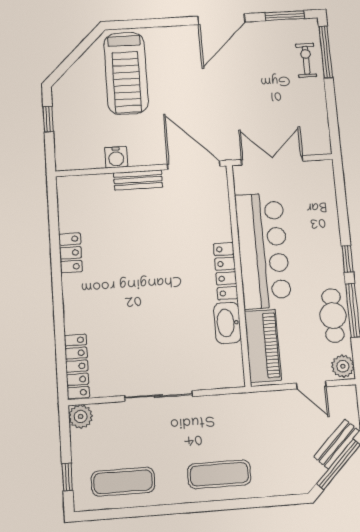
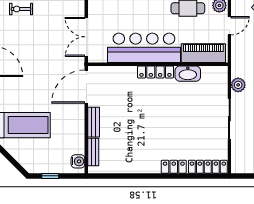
water cooler: (116, 157) -> (78, 161), moved
bench: (90, 182) -> (93, 152), added
locker: (71, 253) -> (174, 167), moved
plant: (81, 416) -> (238, 85), moved

